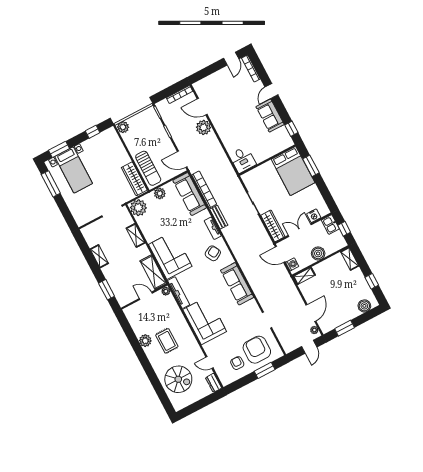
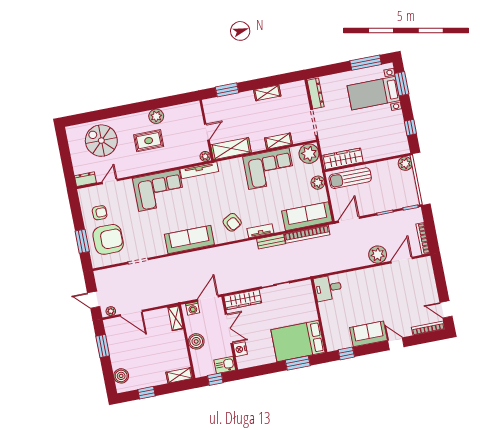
dresser: (88, 217) -> (316, 94), added
corner sofa: (170, 255) -> (269, 169), moved
spiral stairs: (178, 379) -> (101, 141), turned 90

